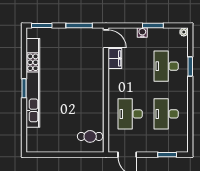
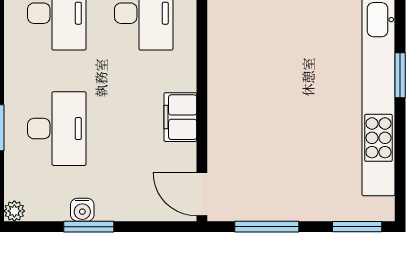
water cooler: (142, 33) -> (82, 210), moved
filing cabinet: (115, 58) -> (180, 117), moved

